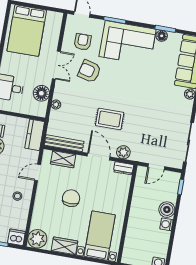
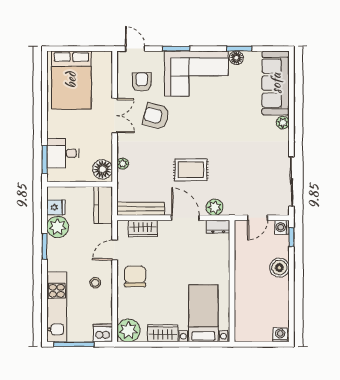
floor lamp: (41, 93) -> (103, 169), moved
chair: (71, 198) -> (135, 276), moved
washing machine: (166, 224) -> (282, 227), moved

